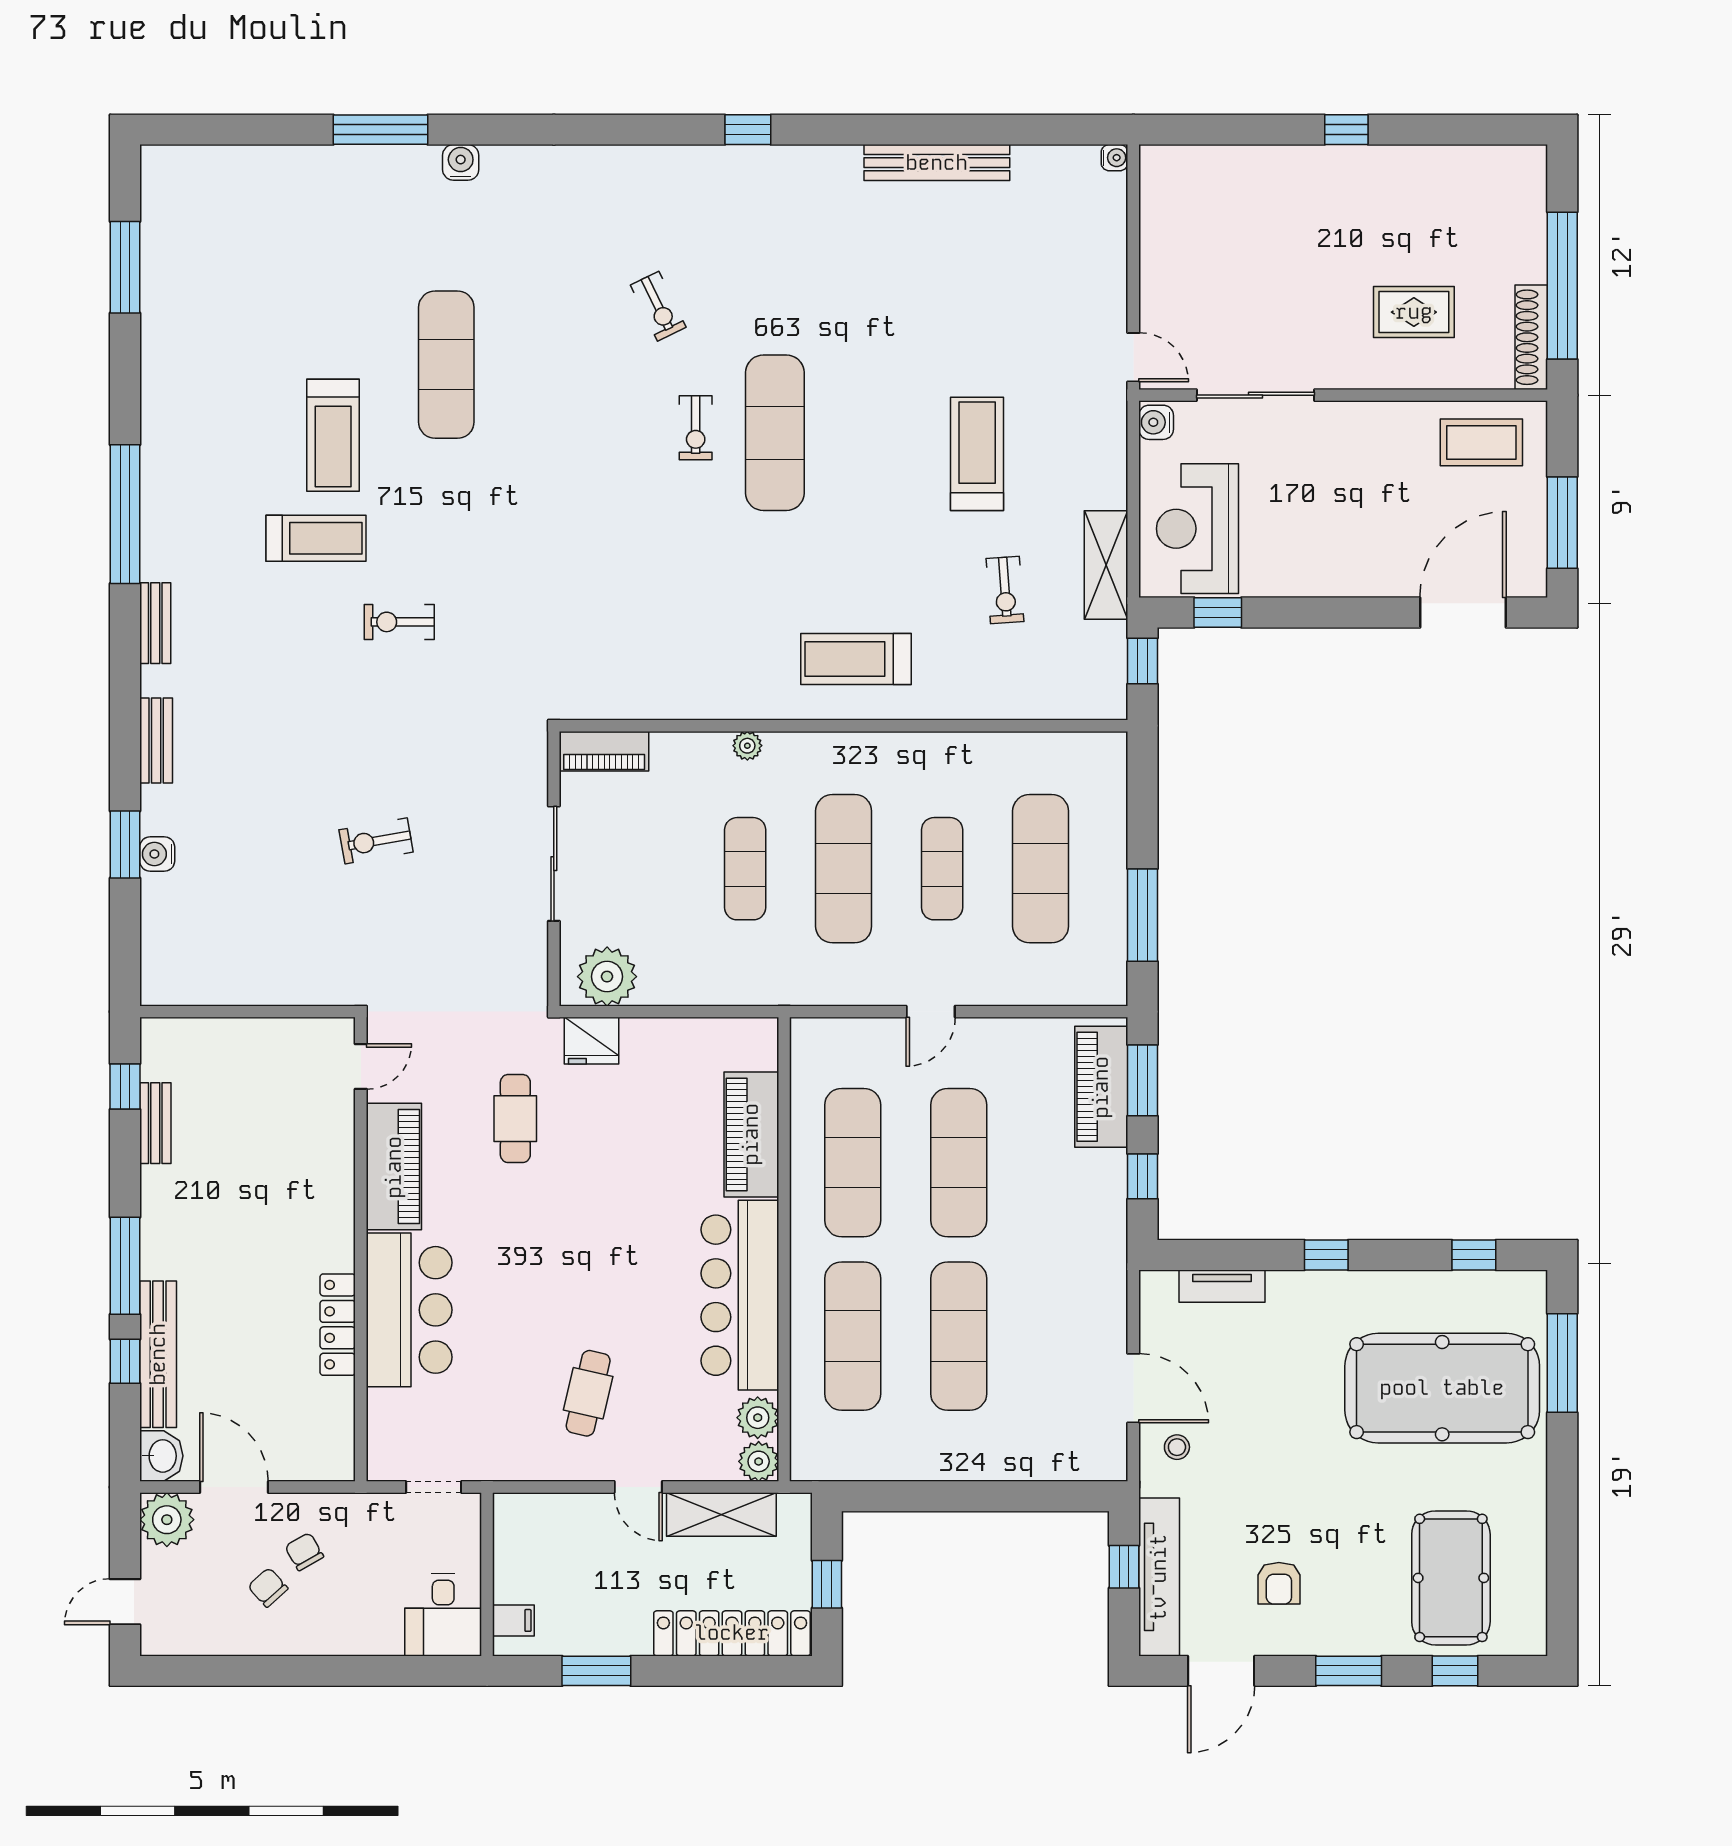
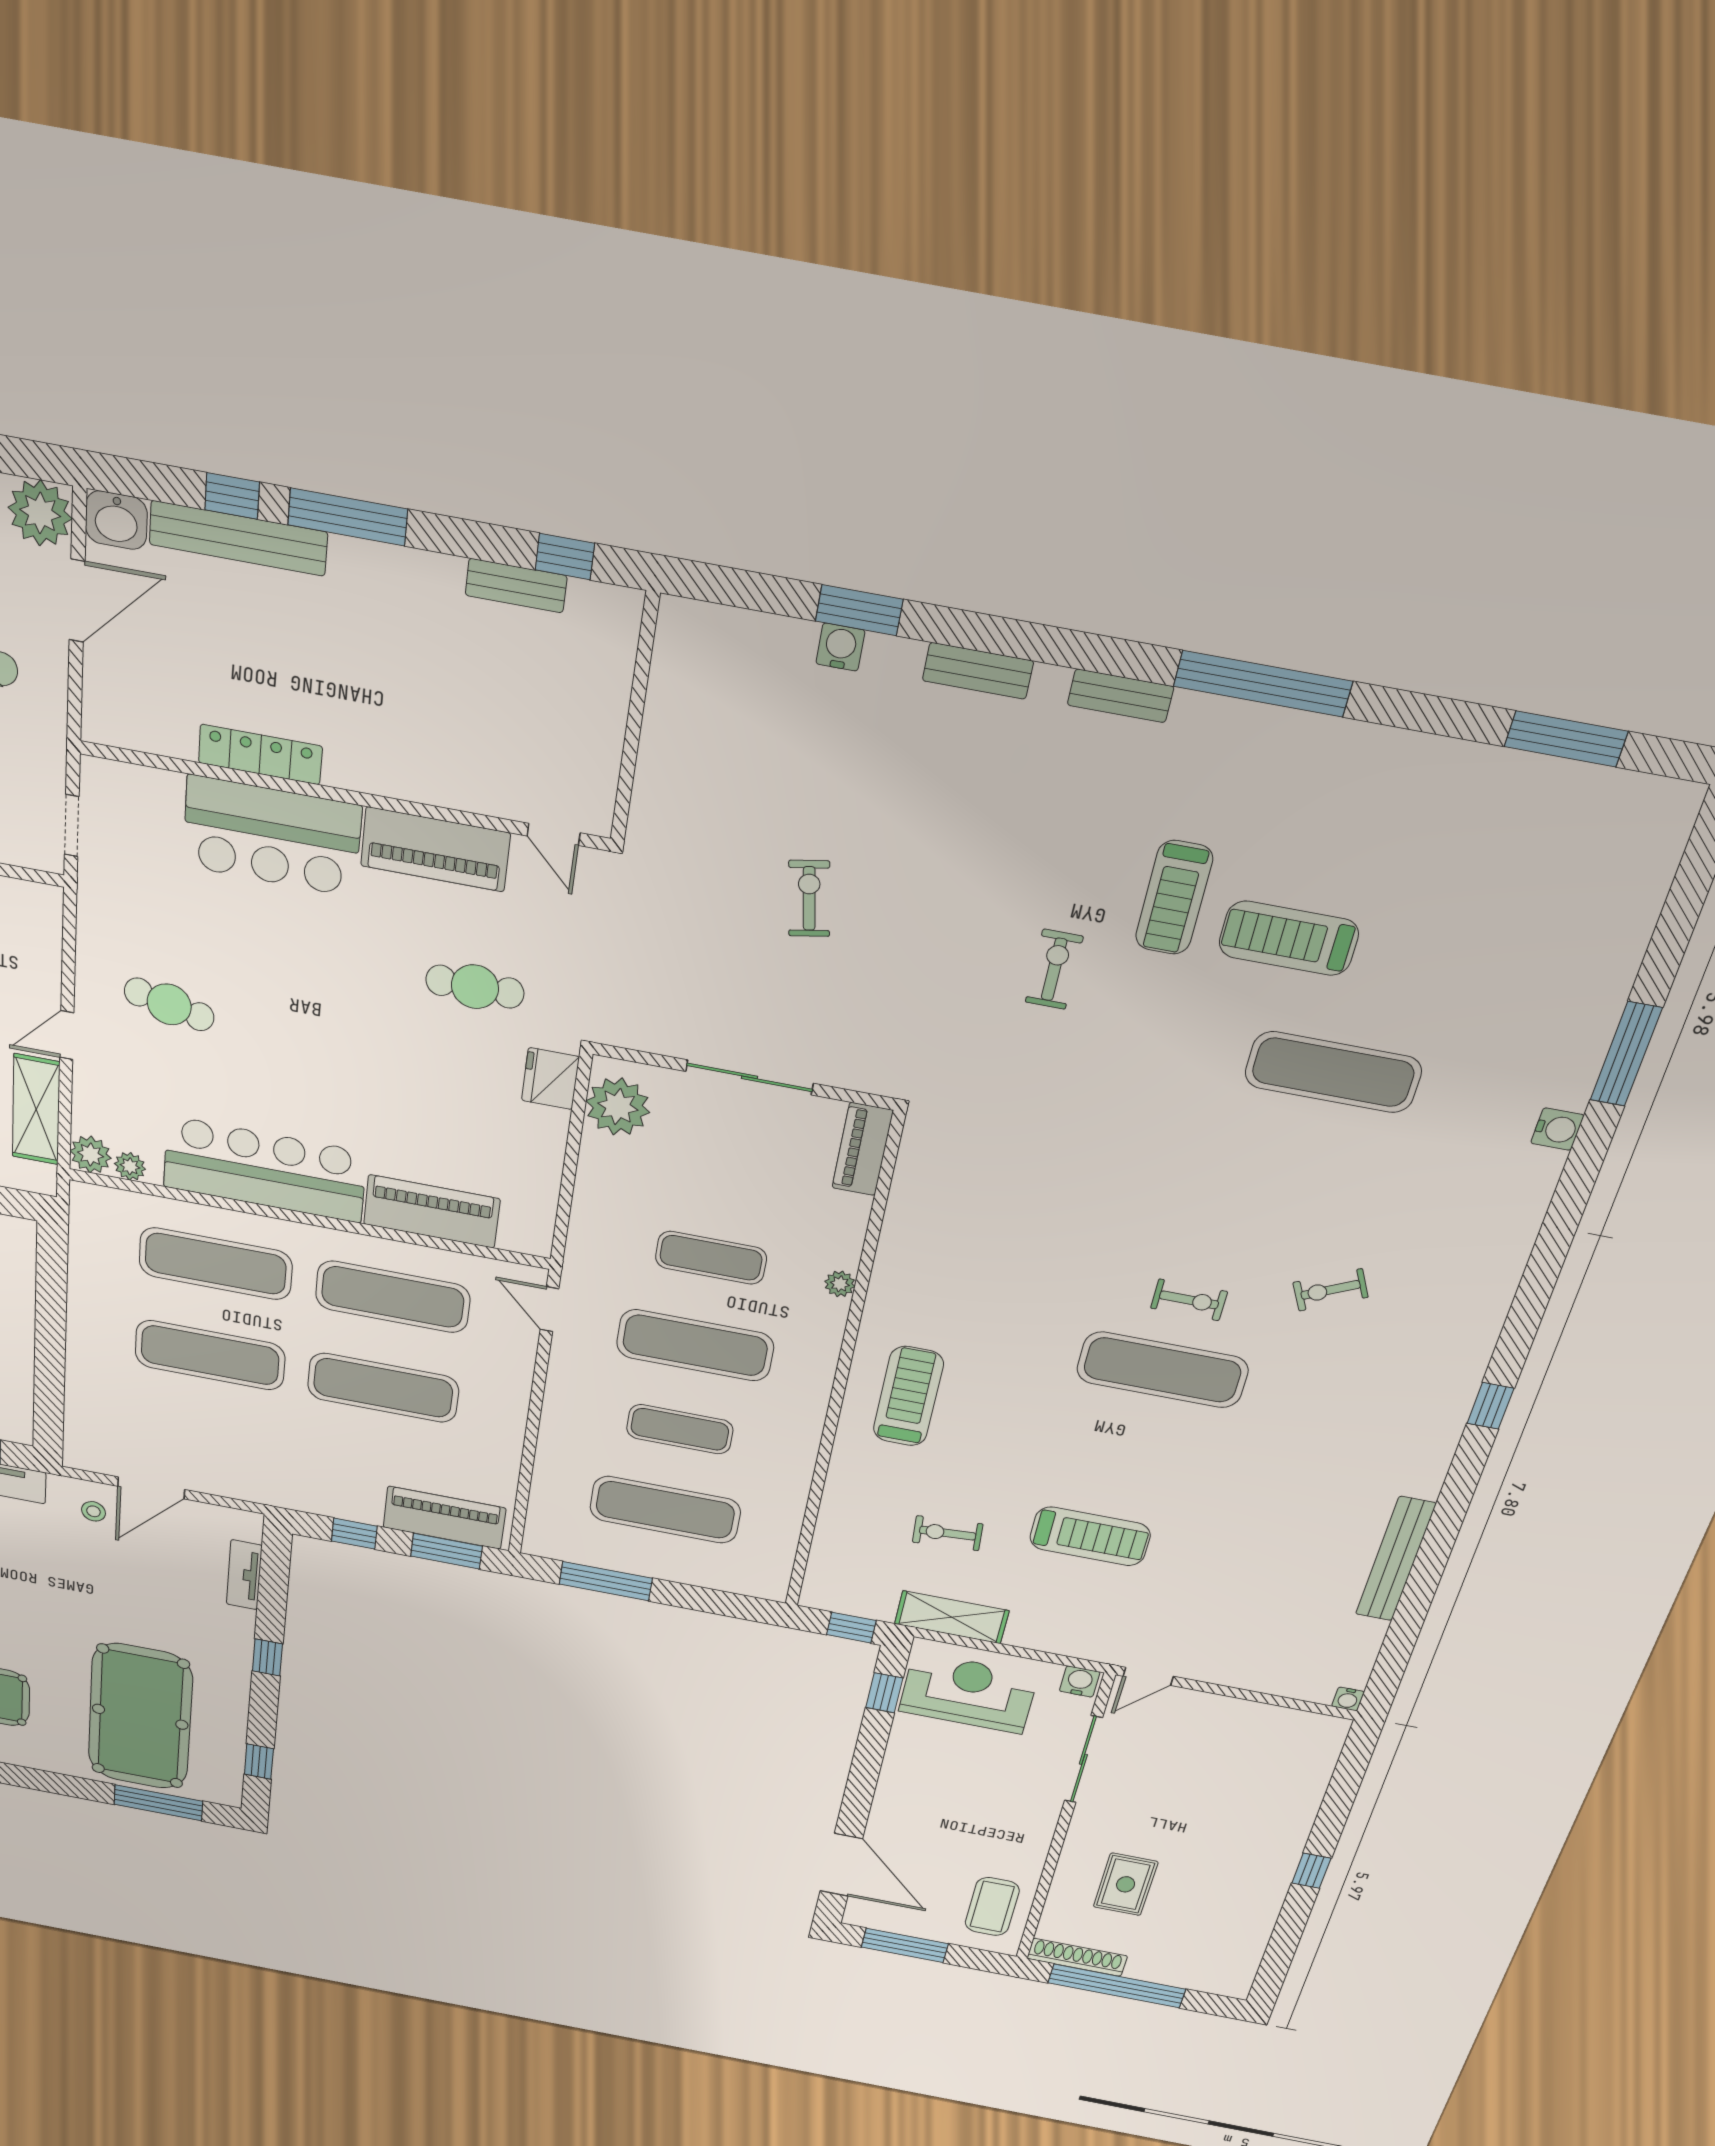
exercise bike: (696, 428) -> (1189, 1300), turned 180
door: (931, 1012) -> (549, 1309), moved
plant: (758, 1418) -> (130, 1166), width x0.73, depth x0.73

